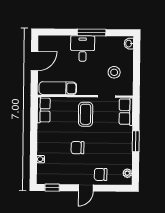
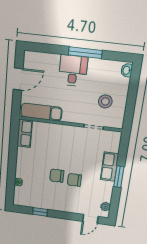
row of seats: (126, 112) -> (109, 167), moved
coffee table: (86, 114) -> (69, 143), removed
chair: (101, 174) -> (74, 180), moved
window: (52, 188) -> (40, 212), moved
door: (86, 188) -> (90, 219), moved

